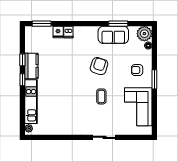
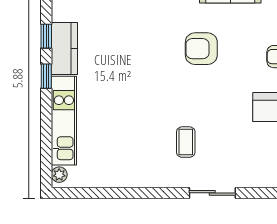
armchair: (99, 66) -> (201, 49), turned -108
coffee table: (101, 96) -> (186, 142), moved

